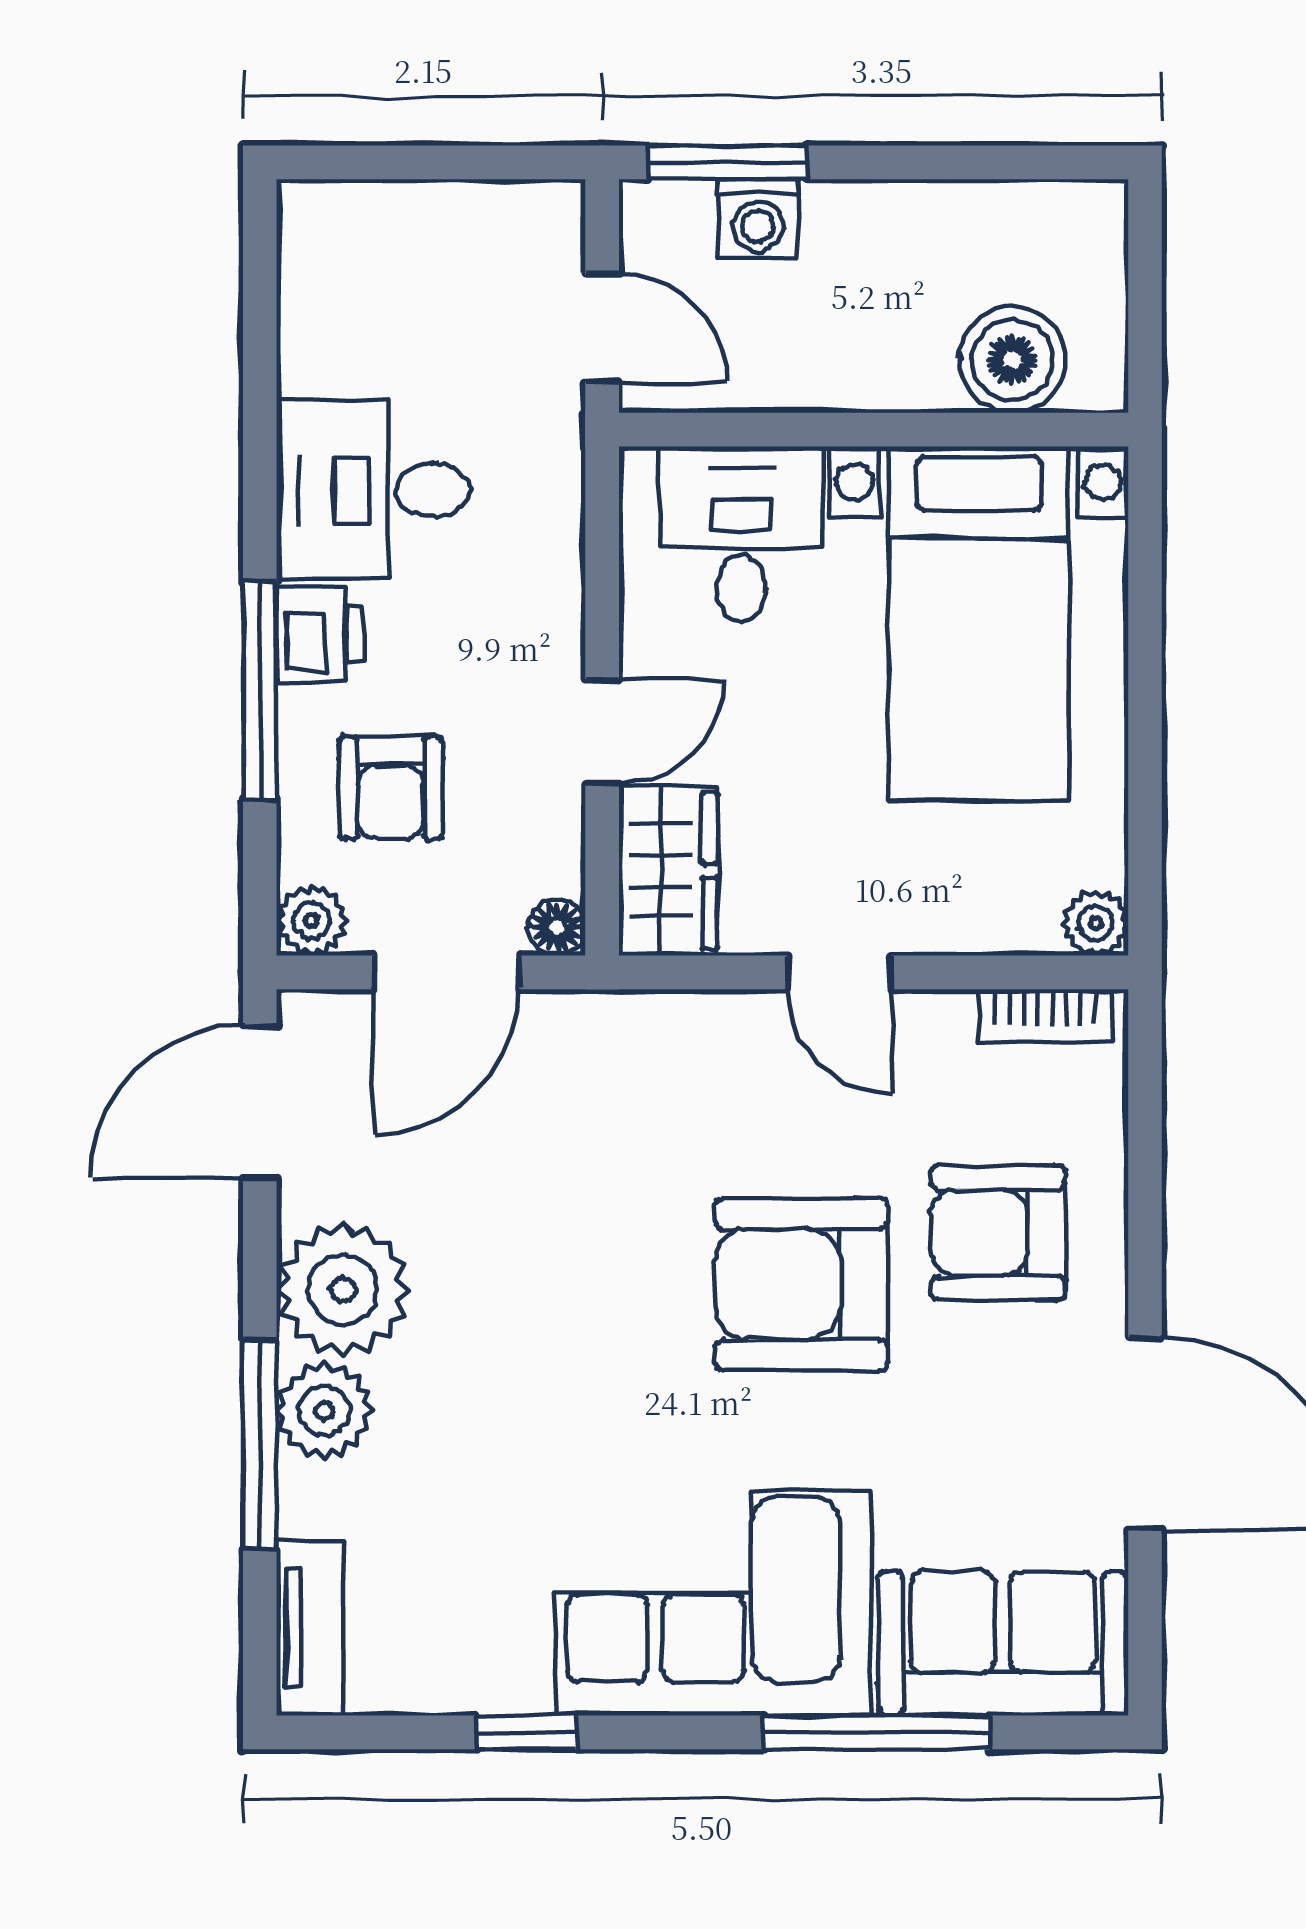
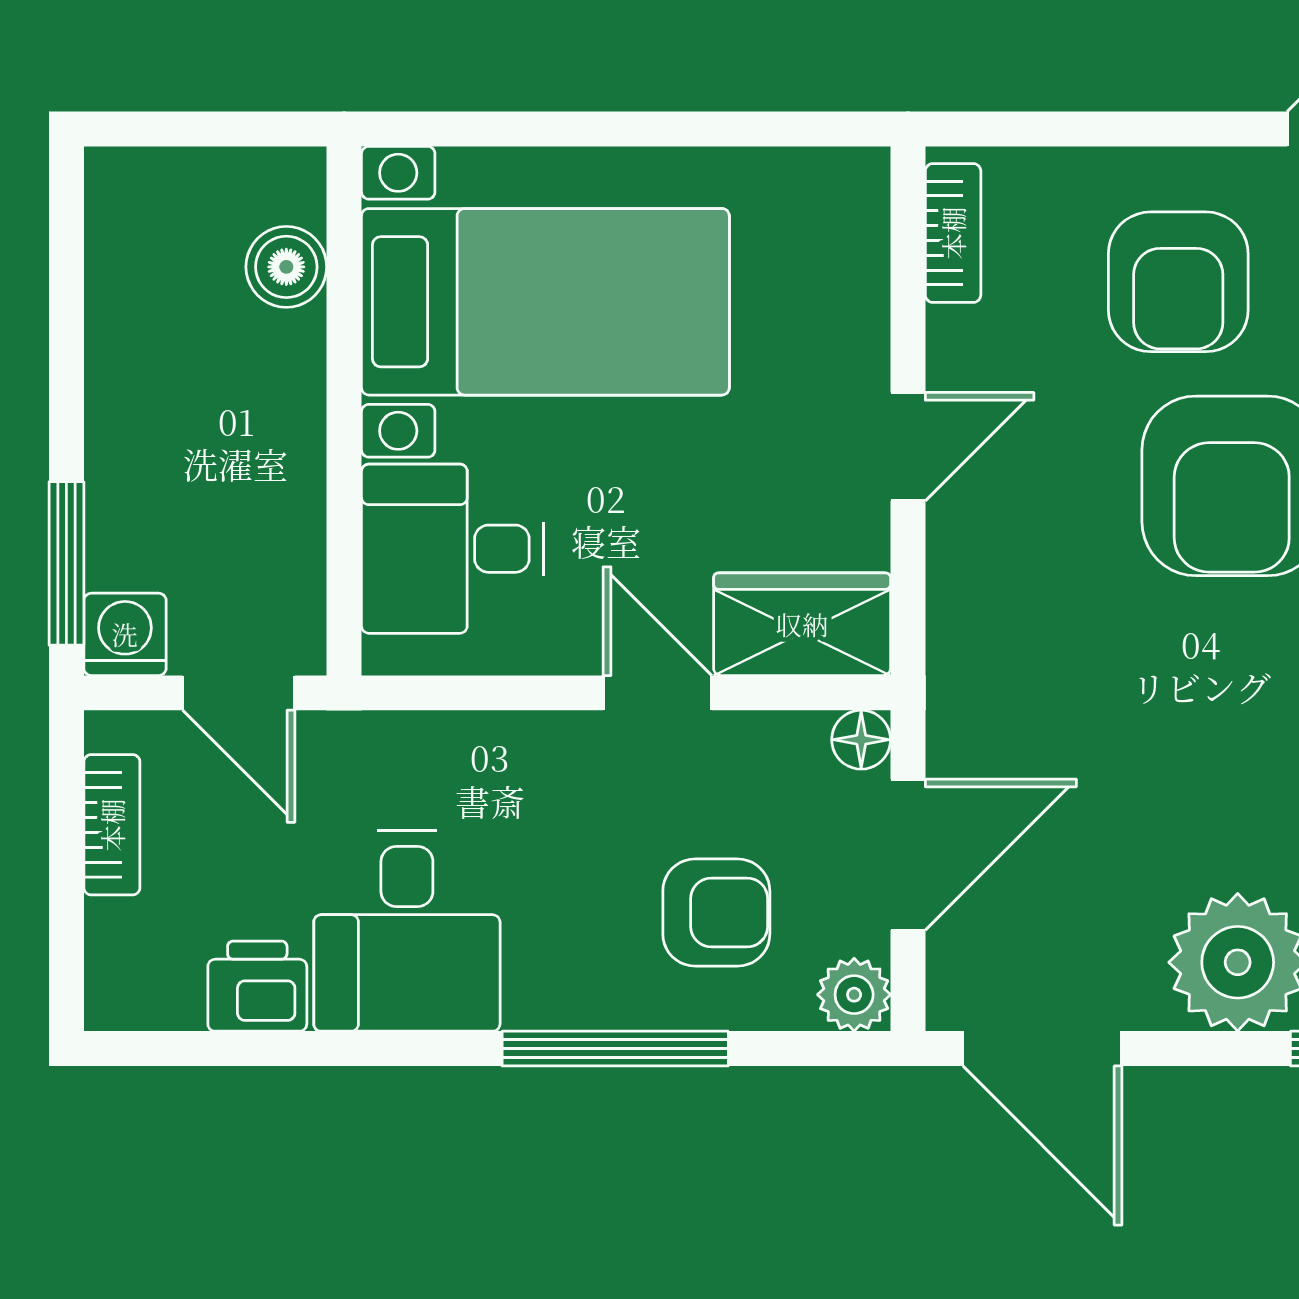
bookcase: (475, 206) -> (112, 825), added
washing machine: (758, 219) -> (125, 634), moved, turned -90
door: (602, 328) -> (239, 693), swing flipped
boiler: (1012, 360) -> (286, 267), width x0.73, depth x0.73
printer: (320, 634) -> (257, 986), moved
plant: (1096, 923) -> (857, 180), removed
door: (447, 972) -> (908, 855), hinge flipped

